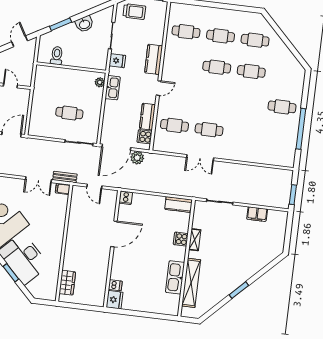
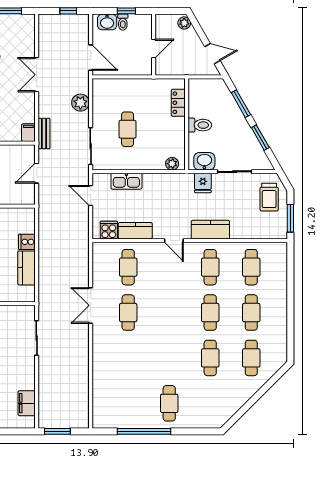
window: (88, 13) -> (260, 138), added
washbasin: (84, 24) -> (204, 161), moved, turned 120
toilet: (57, 56) -> (200, 125), moved
cafe table: (182, 63) -> (210, 267), added
locker: (54, 72) -> (178, 103), added
kitchen sink: (113, 88) -> (126, 181), moved
door: (116, 147) -> (91, 195), width x0.53
plant: (137, 158) -> (80, 103), moved
double door: (38, 180) -> (37, 75), moved
cooker: (126, 198) -> (27, 242), moved
kitchen counter: (179, 205) -> (26, 268), moved
filing cabinet: (257, 214) -> (27, 403), moved

